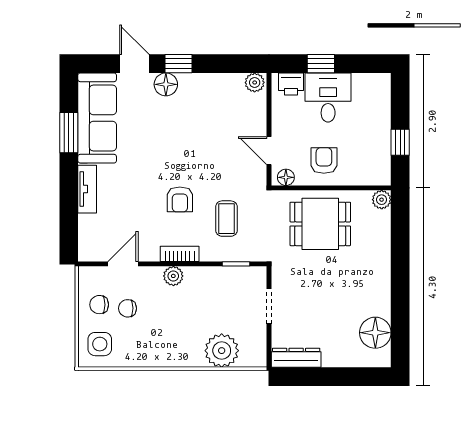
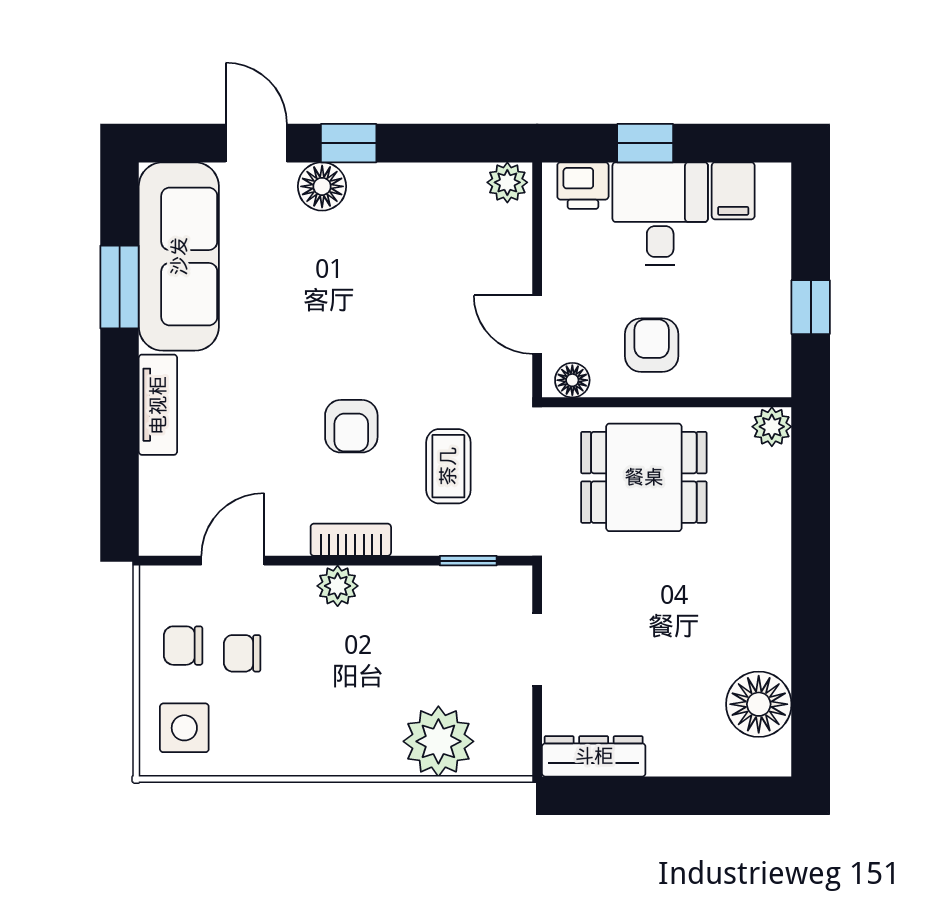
filing cabinet: (363, 86) -> (733, 191), added

